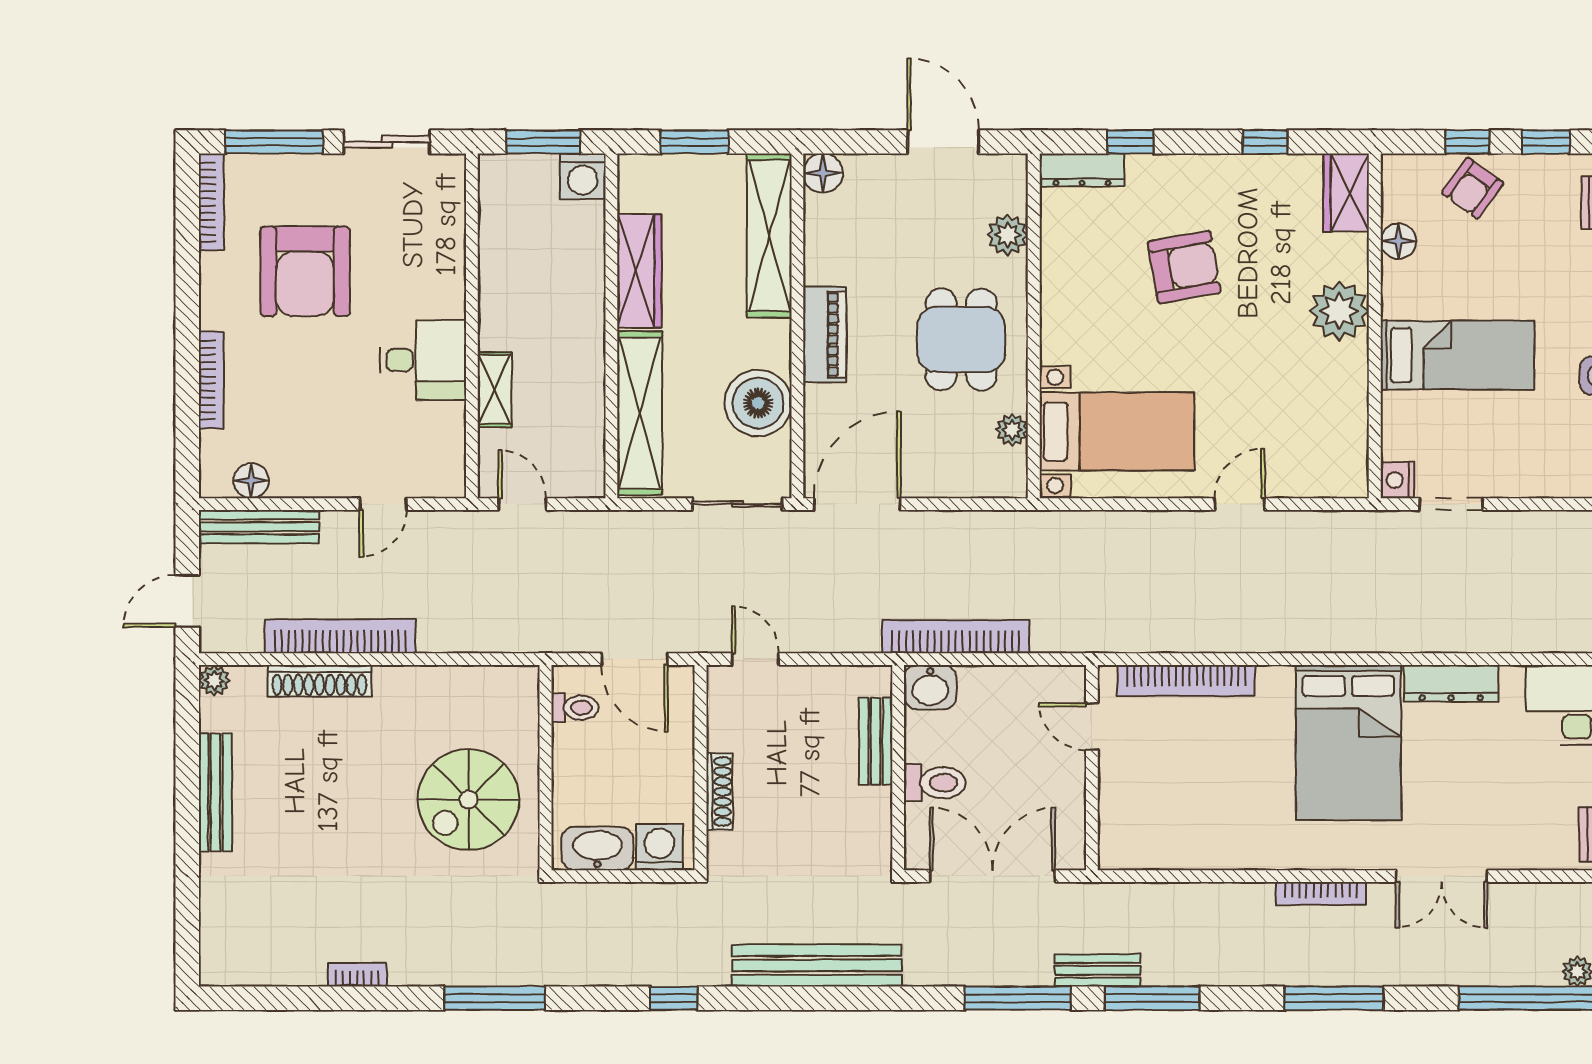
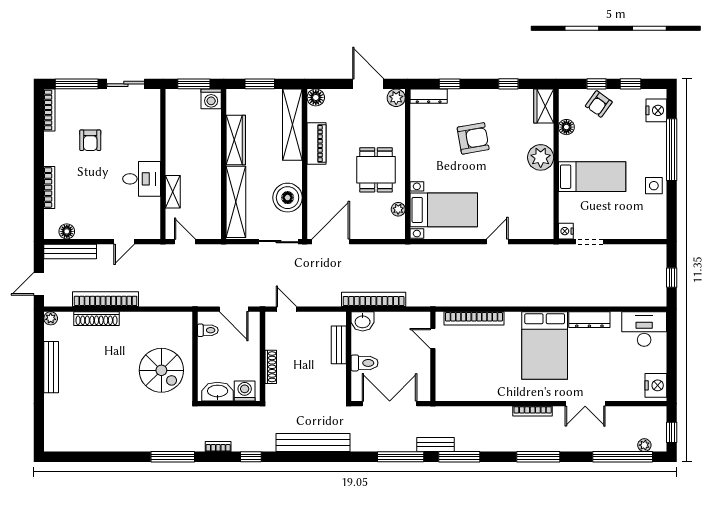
plant: (1008, 235) -> (396, 98), moved
armchair: (305, 271) -> (90, 140), width x0.53, depth x0.53
piano: (825, 335) -> (317, 143), moved
spiral stairs: (468, 800) -> (161, 370), turned -90
bookcase: (357, 975) -> (218, 447), moved

